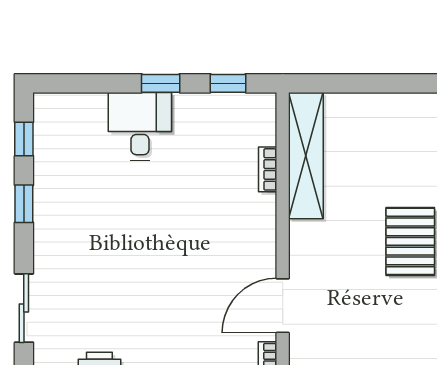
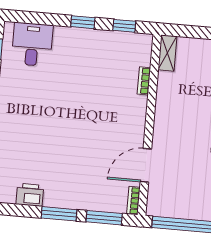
desk: (140, 126) -> (32, 44), moved
shelving: (306, 156) -> (167, 53), width x0.45, depth x0.75

